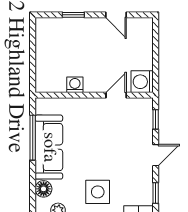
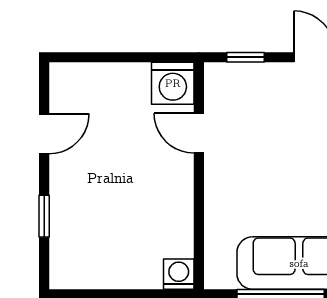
washing machine: (75, 85) -> (179, 274), moved, turned 90

